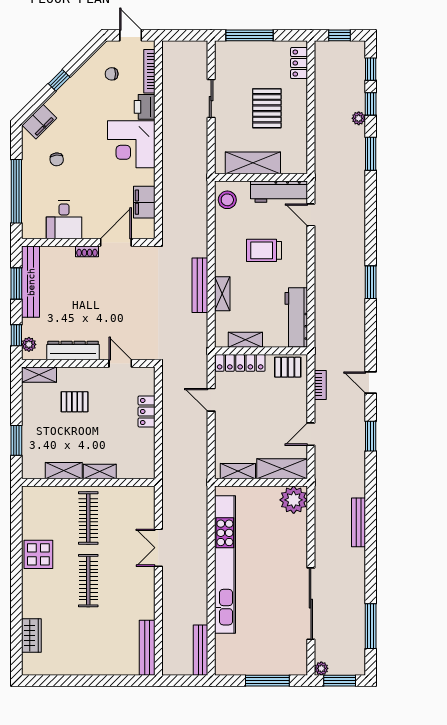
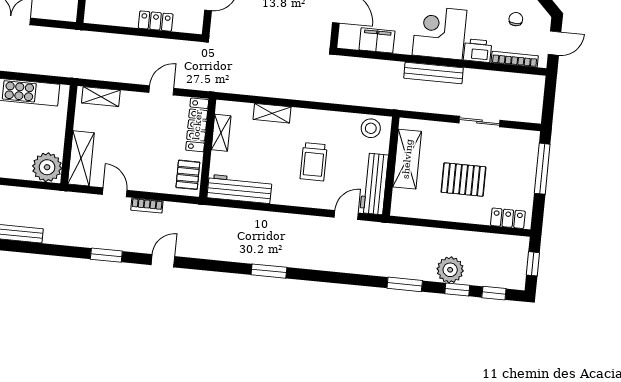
plant: (359, 118) -> (450, 270), width x1.88, depth x1.88
trolley: (264, 250) -> (314, 162), turned 180
bench: (200, 285) -> (433, 73), moved
bookcase: (320, 385) -> (147, 206), moved
shelving: (238, 471) -> (101, 97), moved, turned 90

